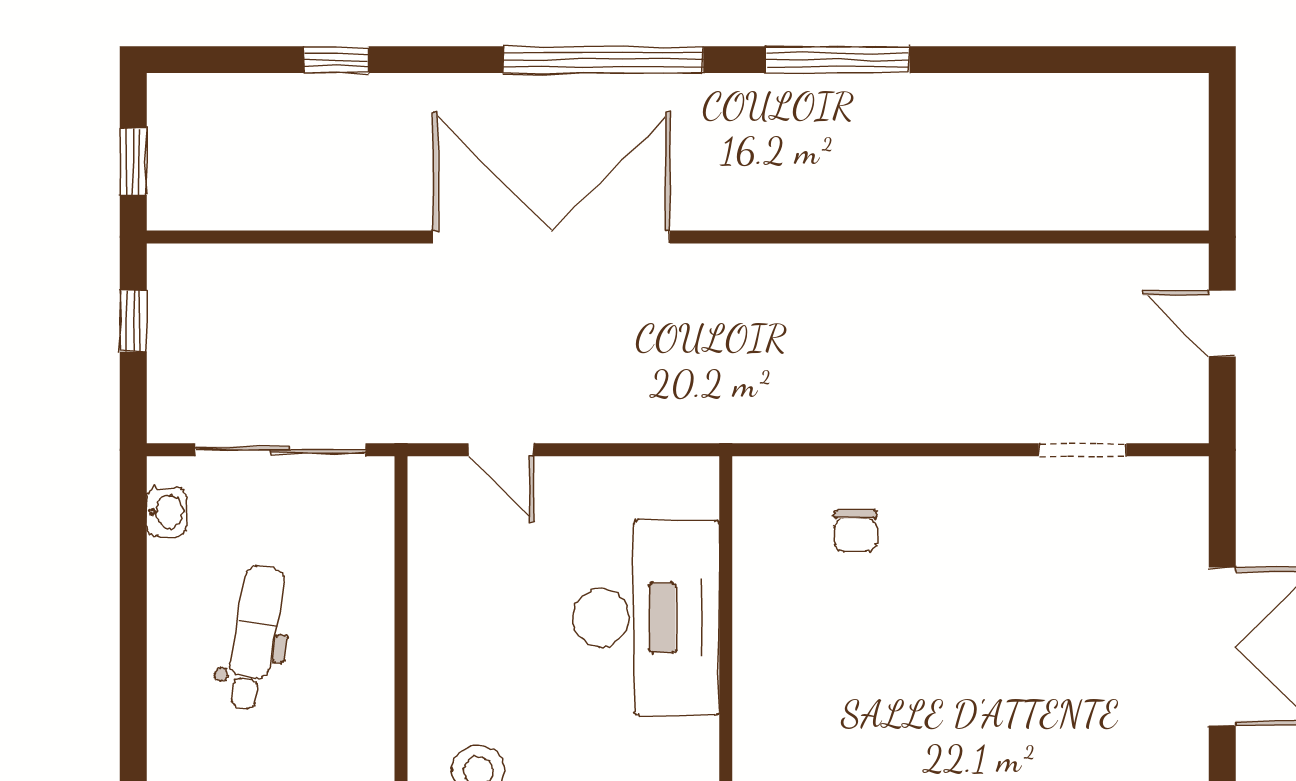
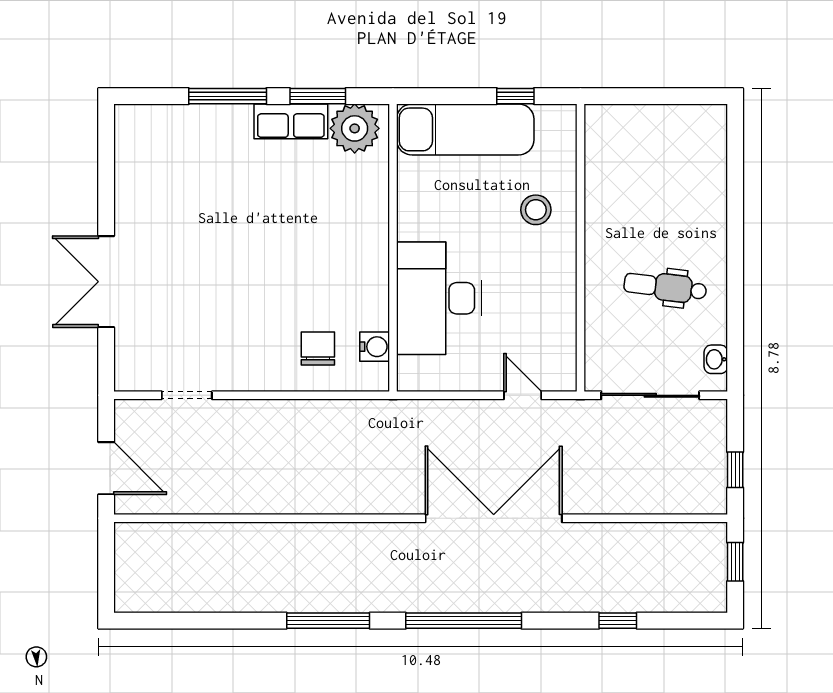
double door: (551, 237) -> (494, 518), swing flipped
door: (1222, 324) -> (106, 468), width x1.38
chair: (855, 531) -> (318, 348), width x1.37, depth x1.37
water cooler: (757, 534) -> (375, 347), added
dental chair: (254, 637) -> (665, 287), turned 87

